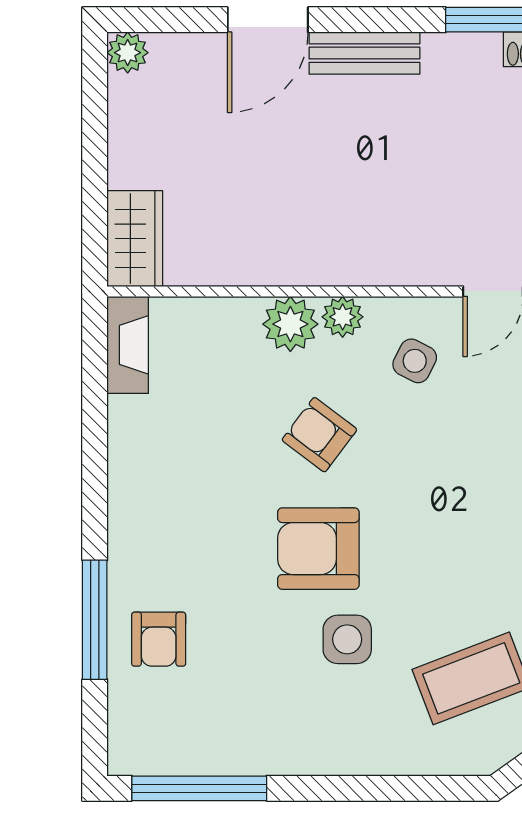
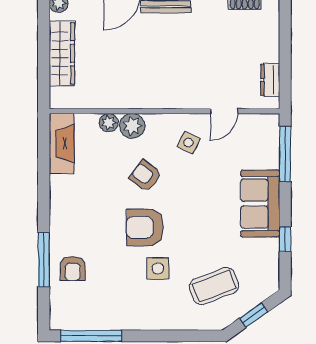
wardrobe: (135, 239) -> (62, 53), moved, width x1.50
plant: (343, 317) -> (109, 123), moved
fireplace: (128, 345) -> (62, 143), width x1.37, depth x1.32

